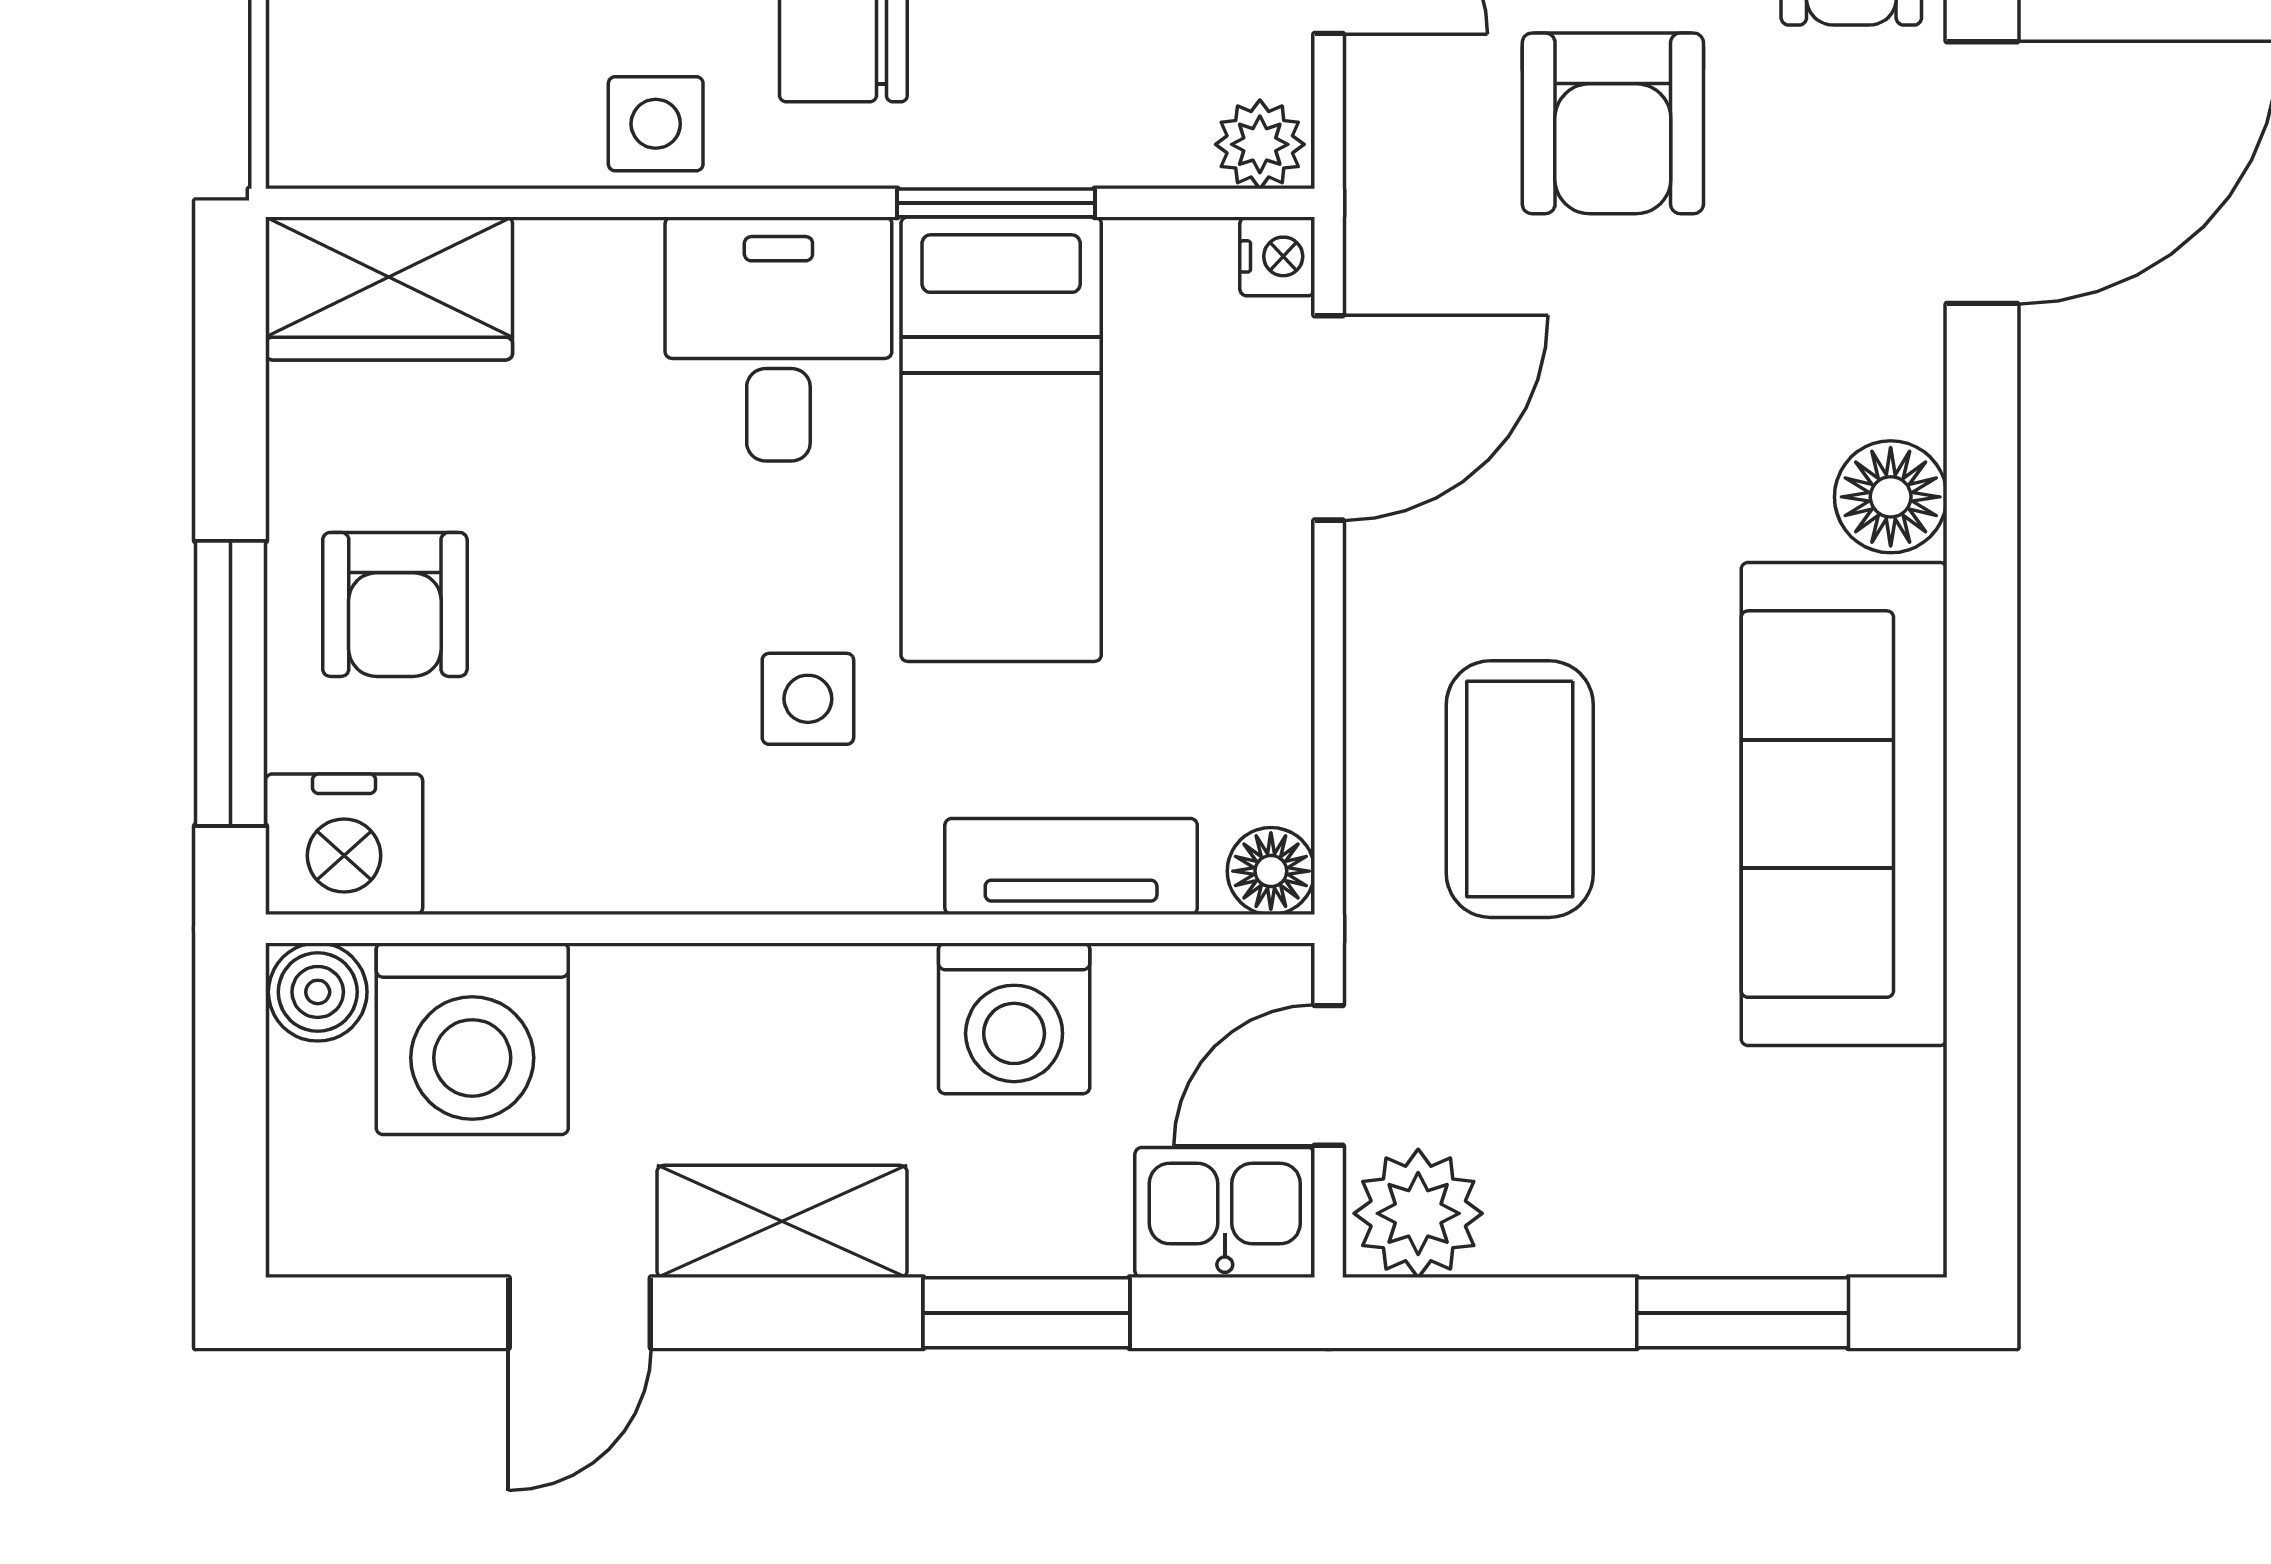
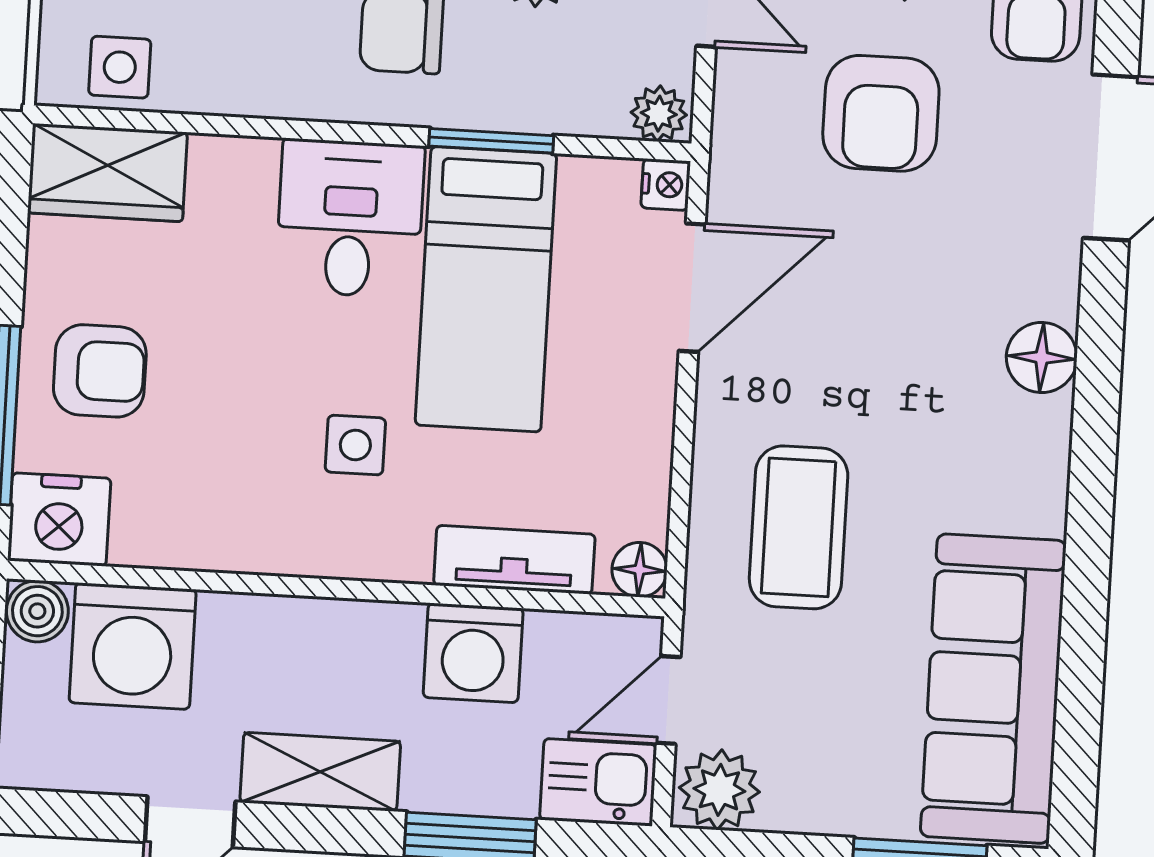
side table: (656, 124) -> (120, 67), moved
armchair: (395, 604) -> (100, 371), turned -90
sofa: (1844, 804) -> (993, 689), moved

